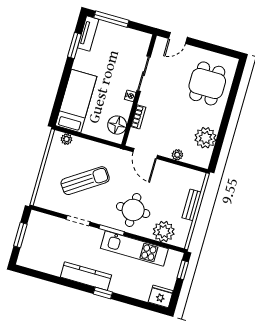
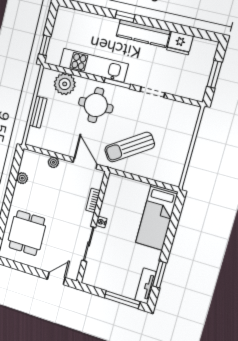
floor lamp: (117, 125) -> (114, 192), removed
plant: (205, 138) -> (22, 178), width x0.53, depth x0.53
plant: (66, 139) -> (166, 178), removed
sun lounger: (85, 181) -> (130, 147), moved
fridge: (161, 296) -> (180, 43), moved

